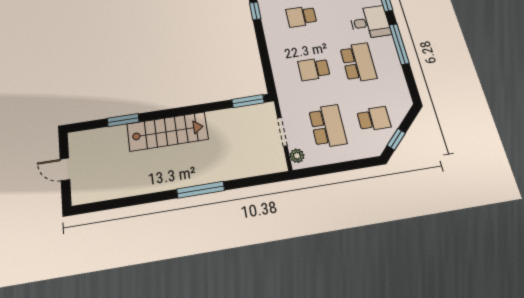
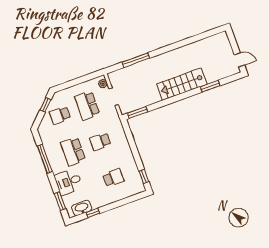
window: (399, 44) -> (45, 159), moved
school desk: (314, 69) -> (100, 142), turned 180
door: (65, 169) -> (239, 60), moved
window: (201, 190) -> (136, 60), moved

